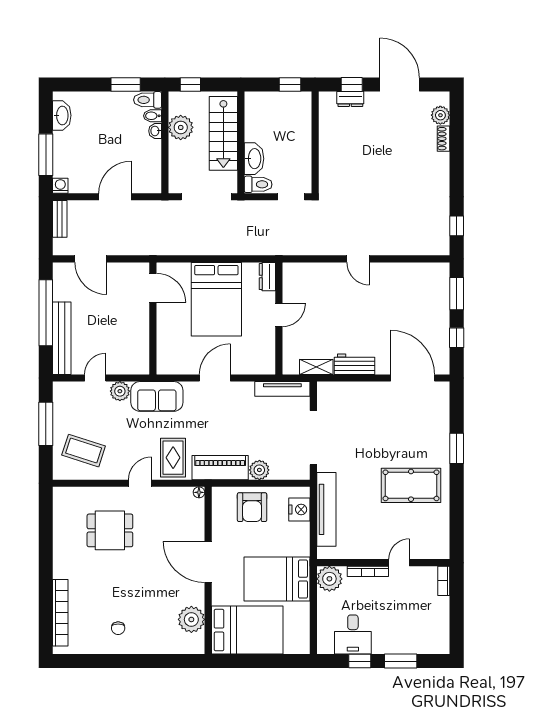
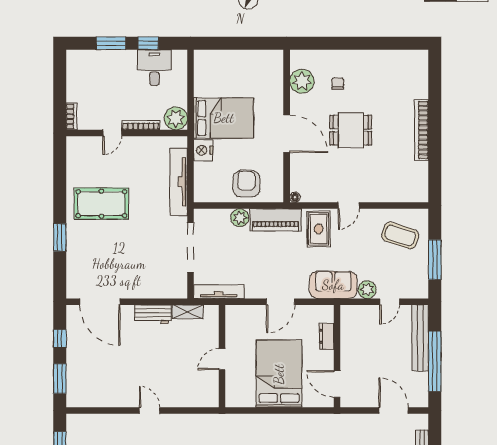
dresser: (267, 277) -> (327, 336), moved, turned 180
nightstand: (299, 510) -> (203, 150), moved
dining table: (110, 530) -> (351, 130), moved
bookcase: (60, 613) -> (422, 130), moved
chair: (118, 628) -> (338, 84), moved
bed: (247, 630) -> (251, 72), removed

